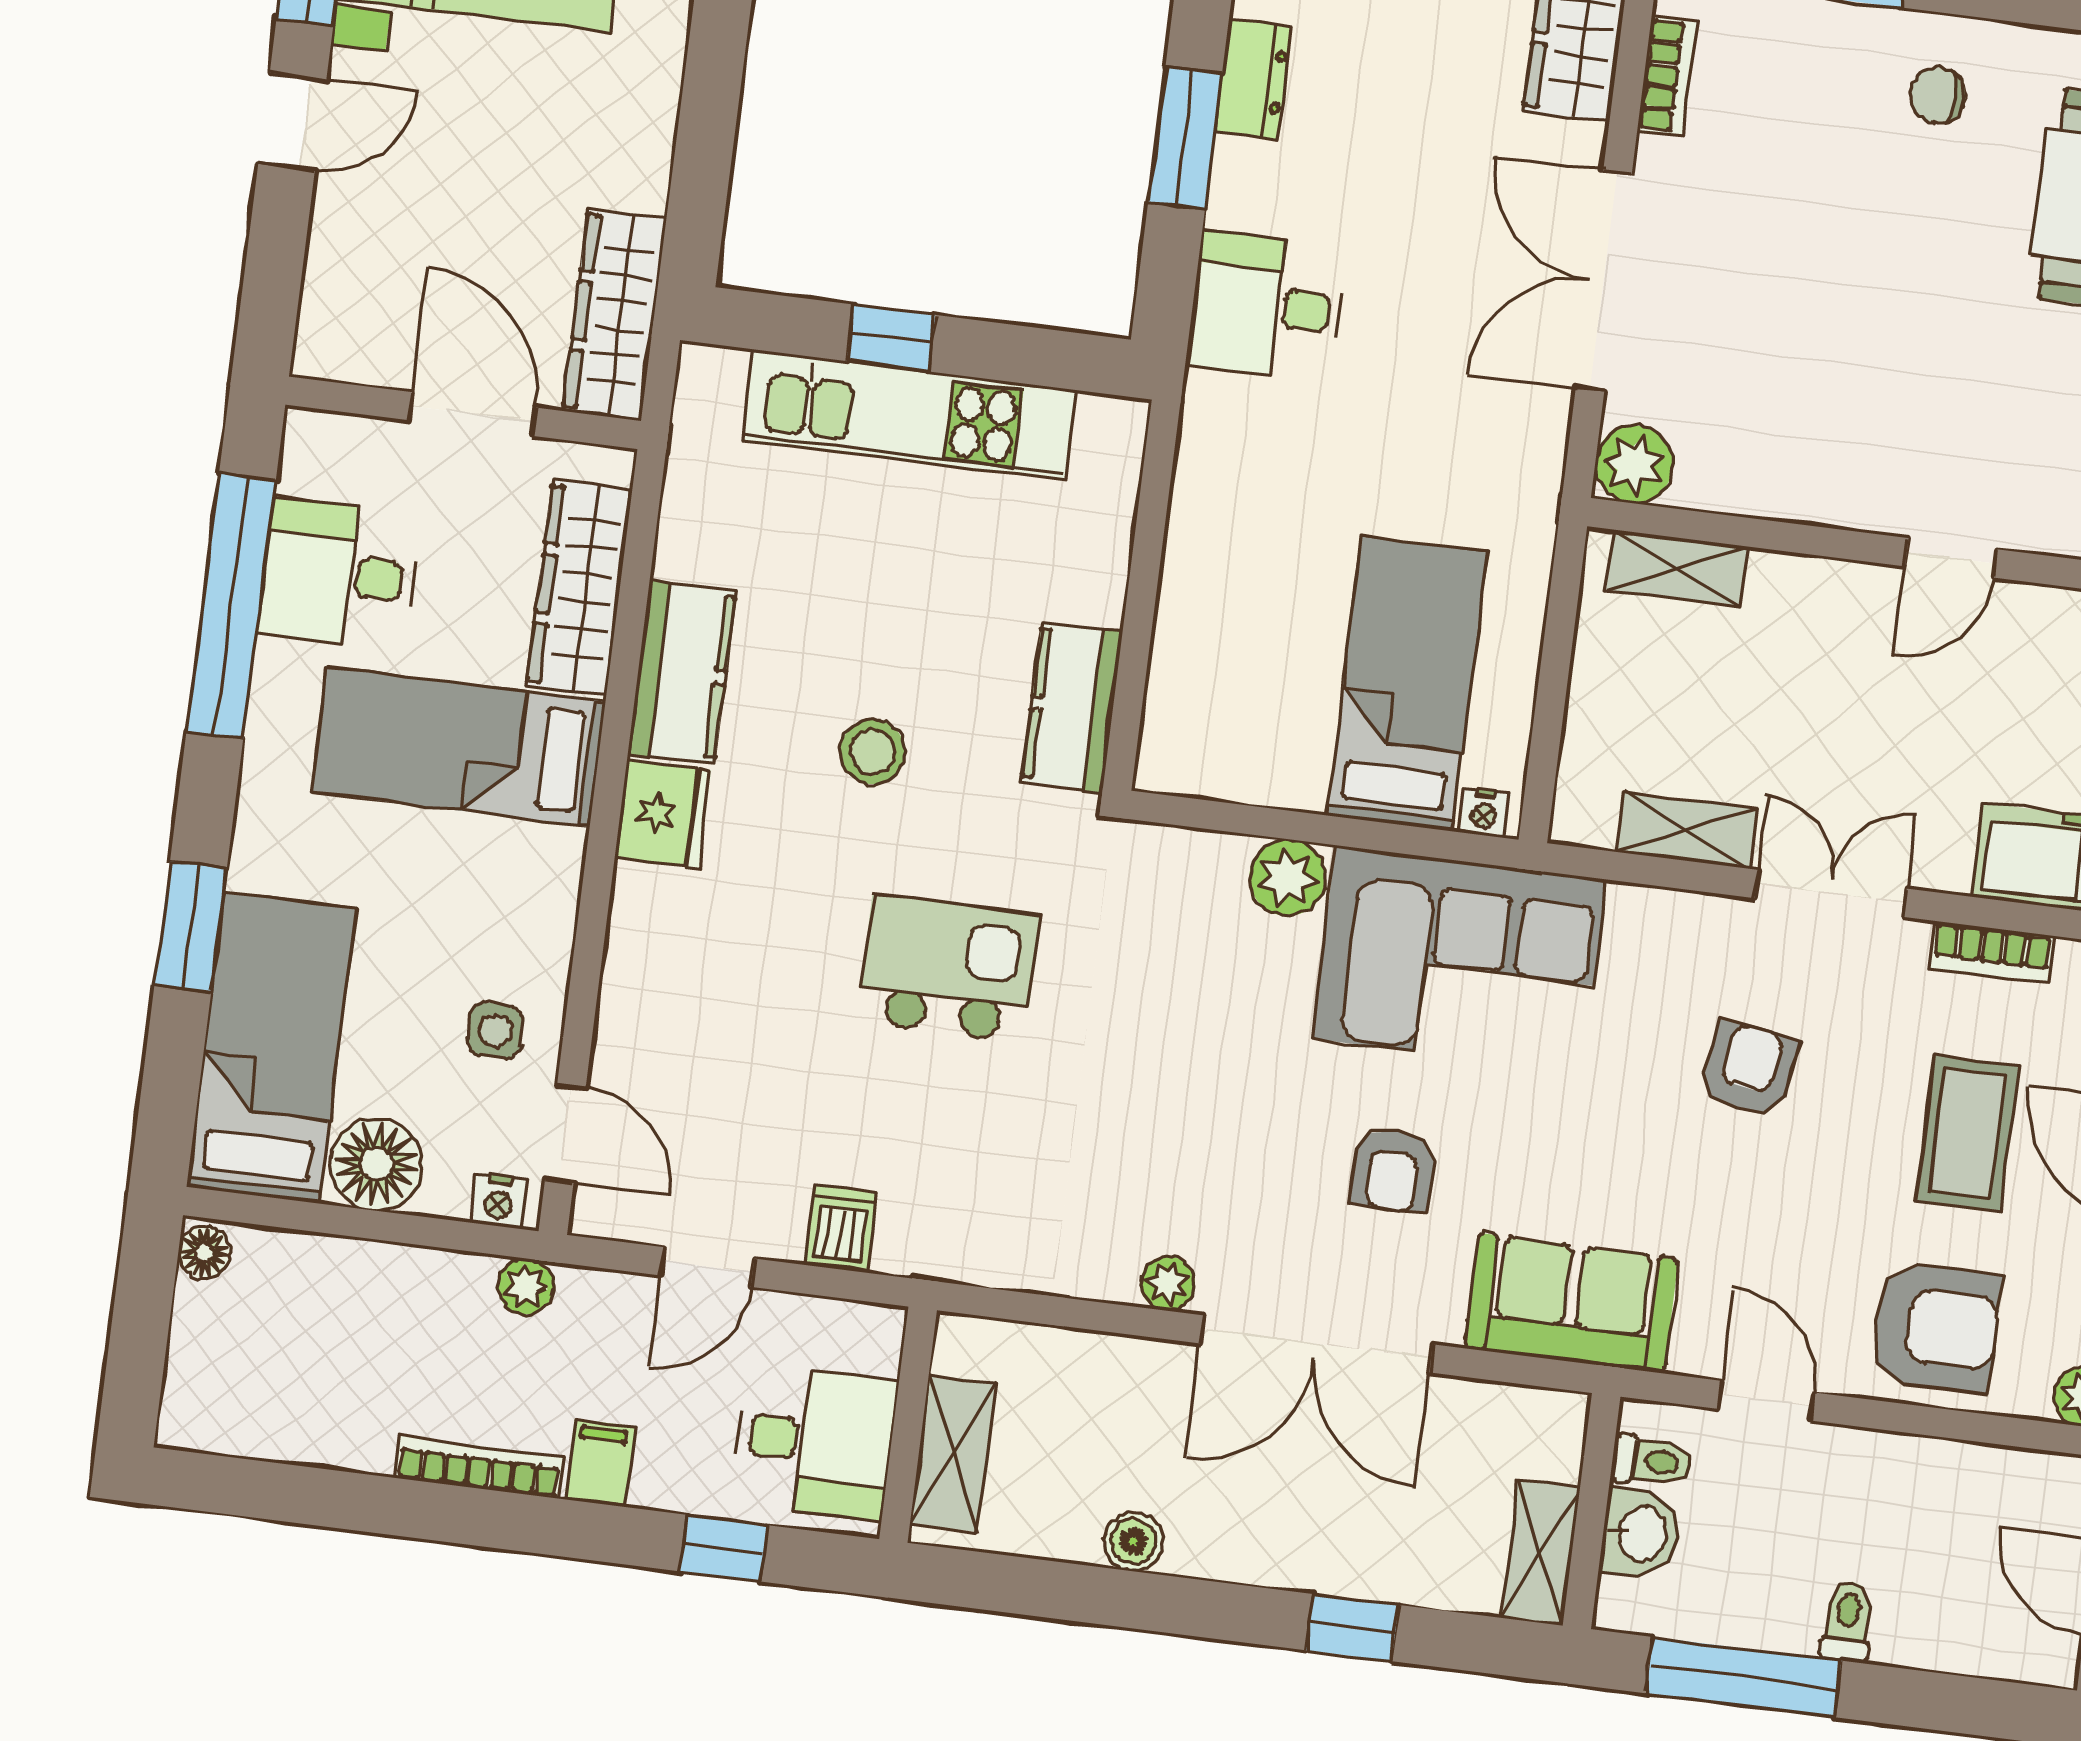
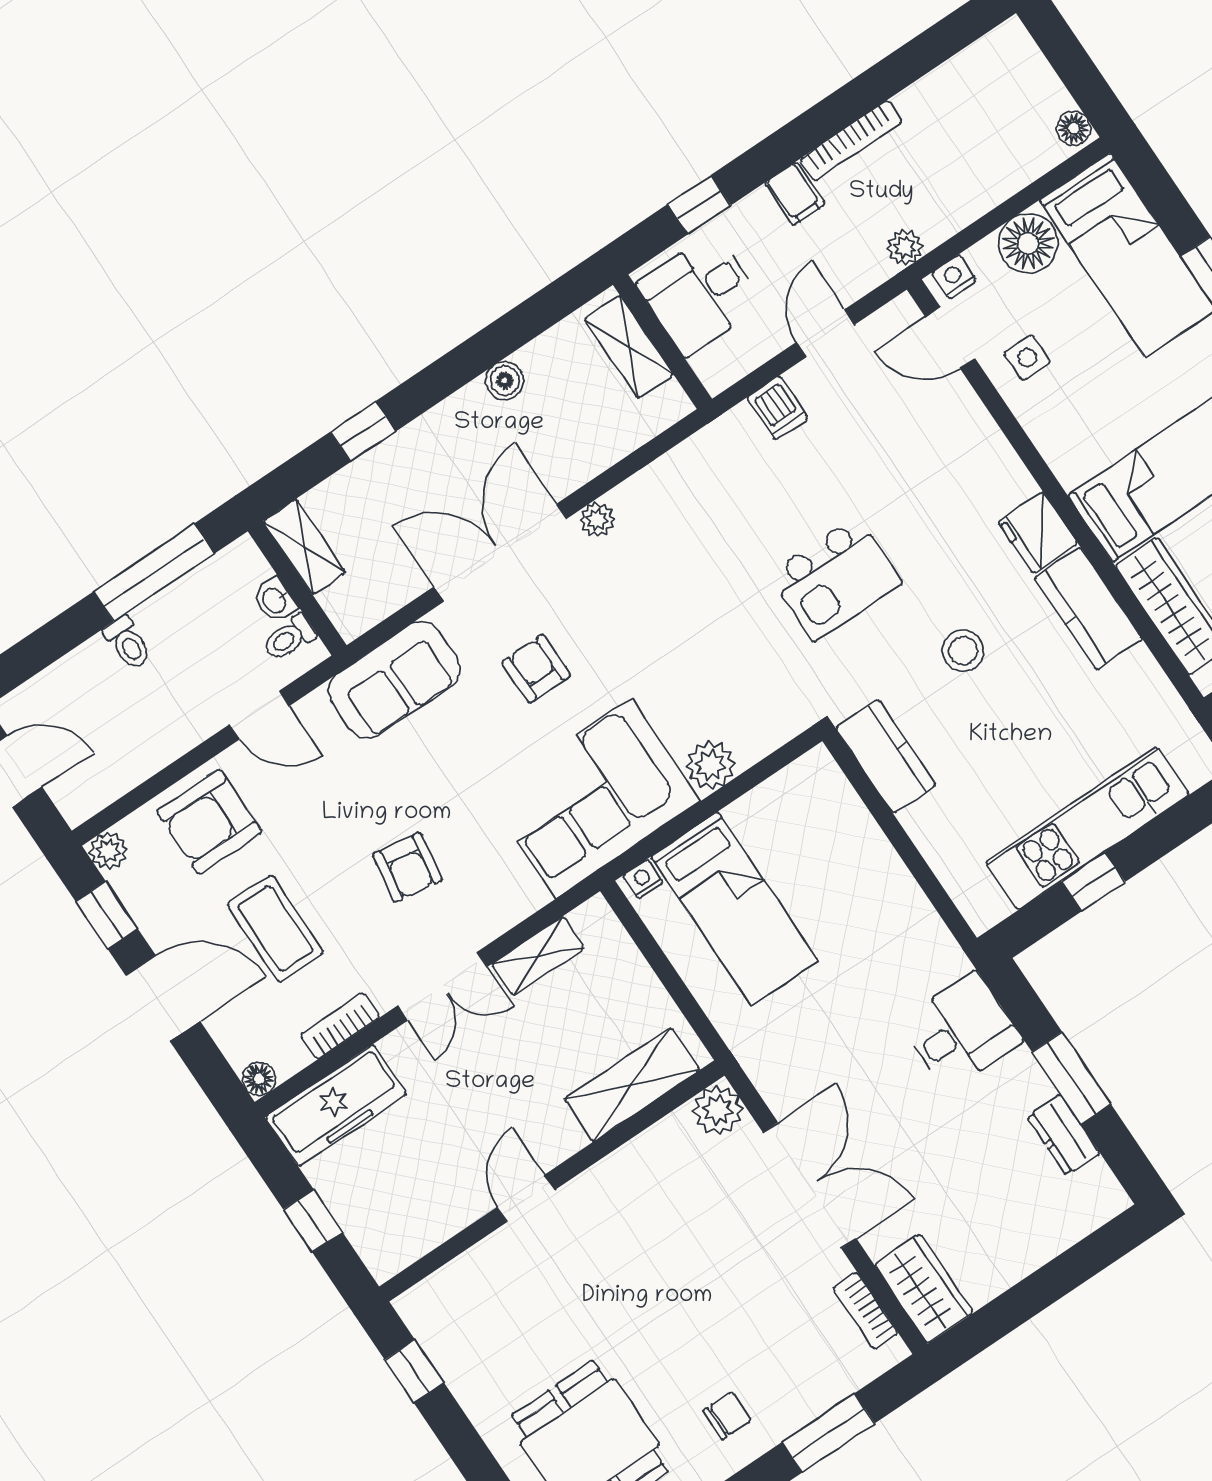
window: (891, 338) -> (1093, 882), moved
shelving: (1677, 568) -> (632, 1085), width x1.50, depth x1.33
washbasin: (1640, 1534) -> (275, 600), width x0.72, depth x0.69

